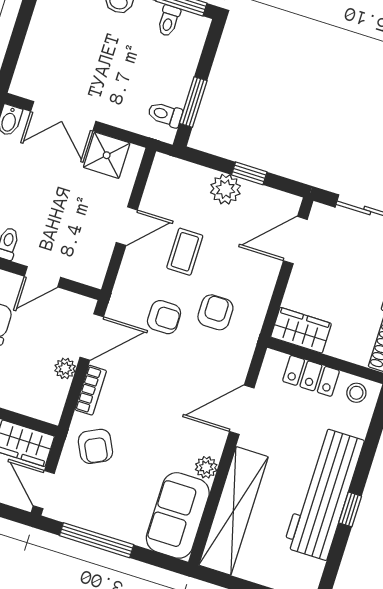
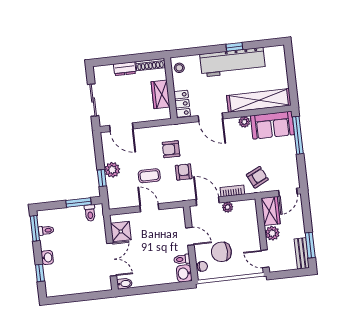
window: (249, 173) -> (102, 178), moved
wardrobe: (301, 330) -> (160, 94), moved
locker: (311, 376) -> (182, 104), moved
window: (97, 540) -> (298, 135), moved

